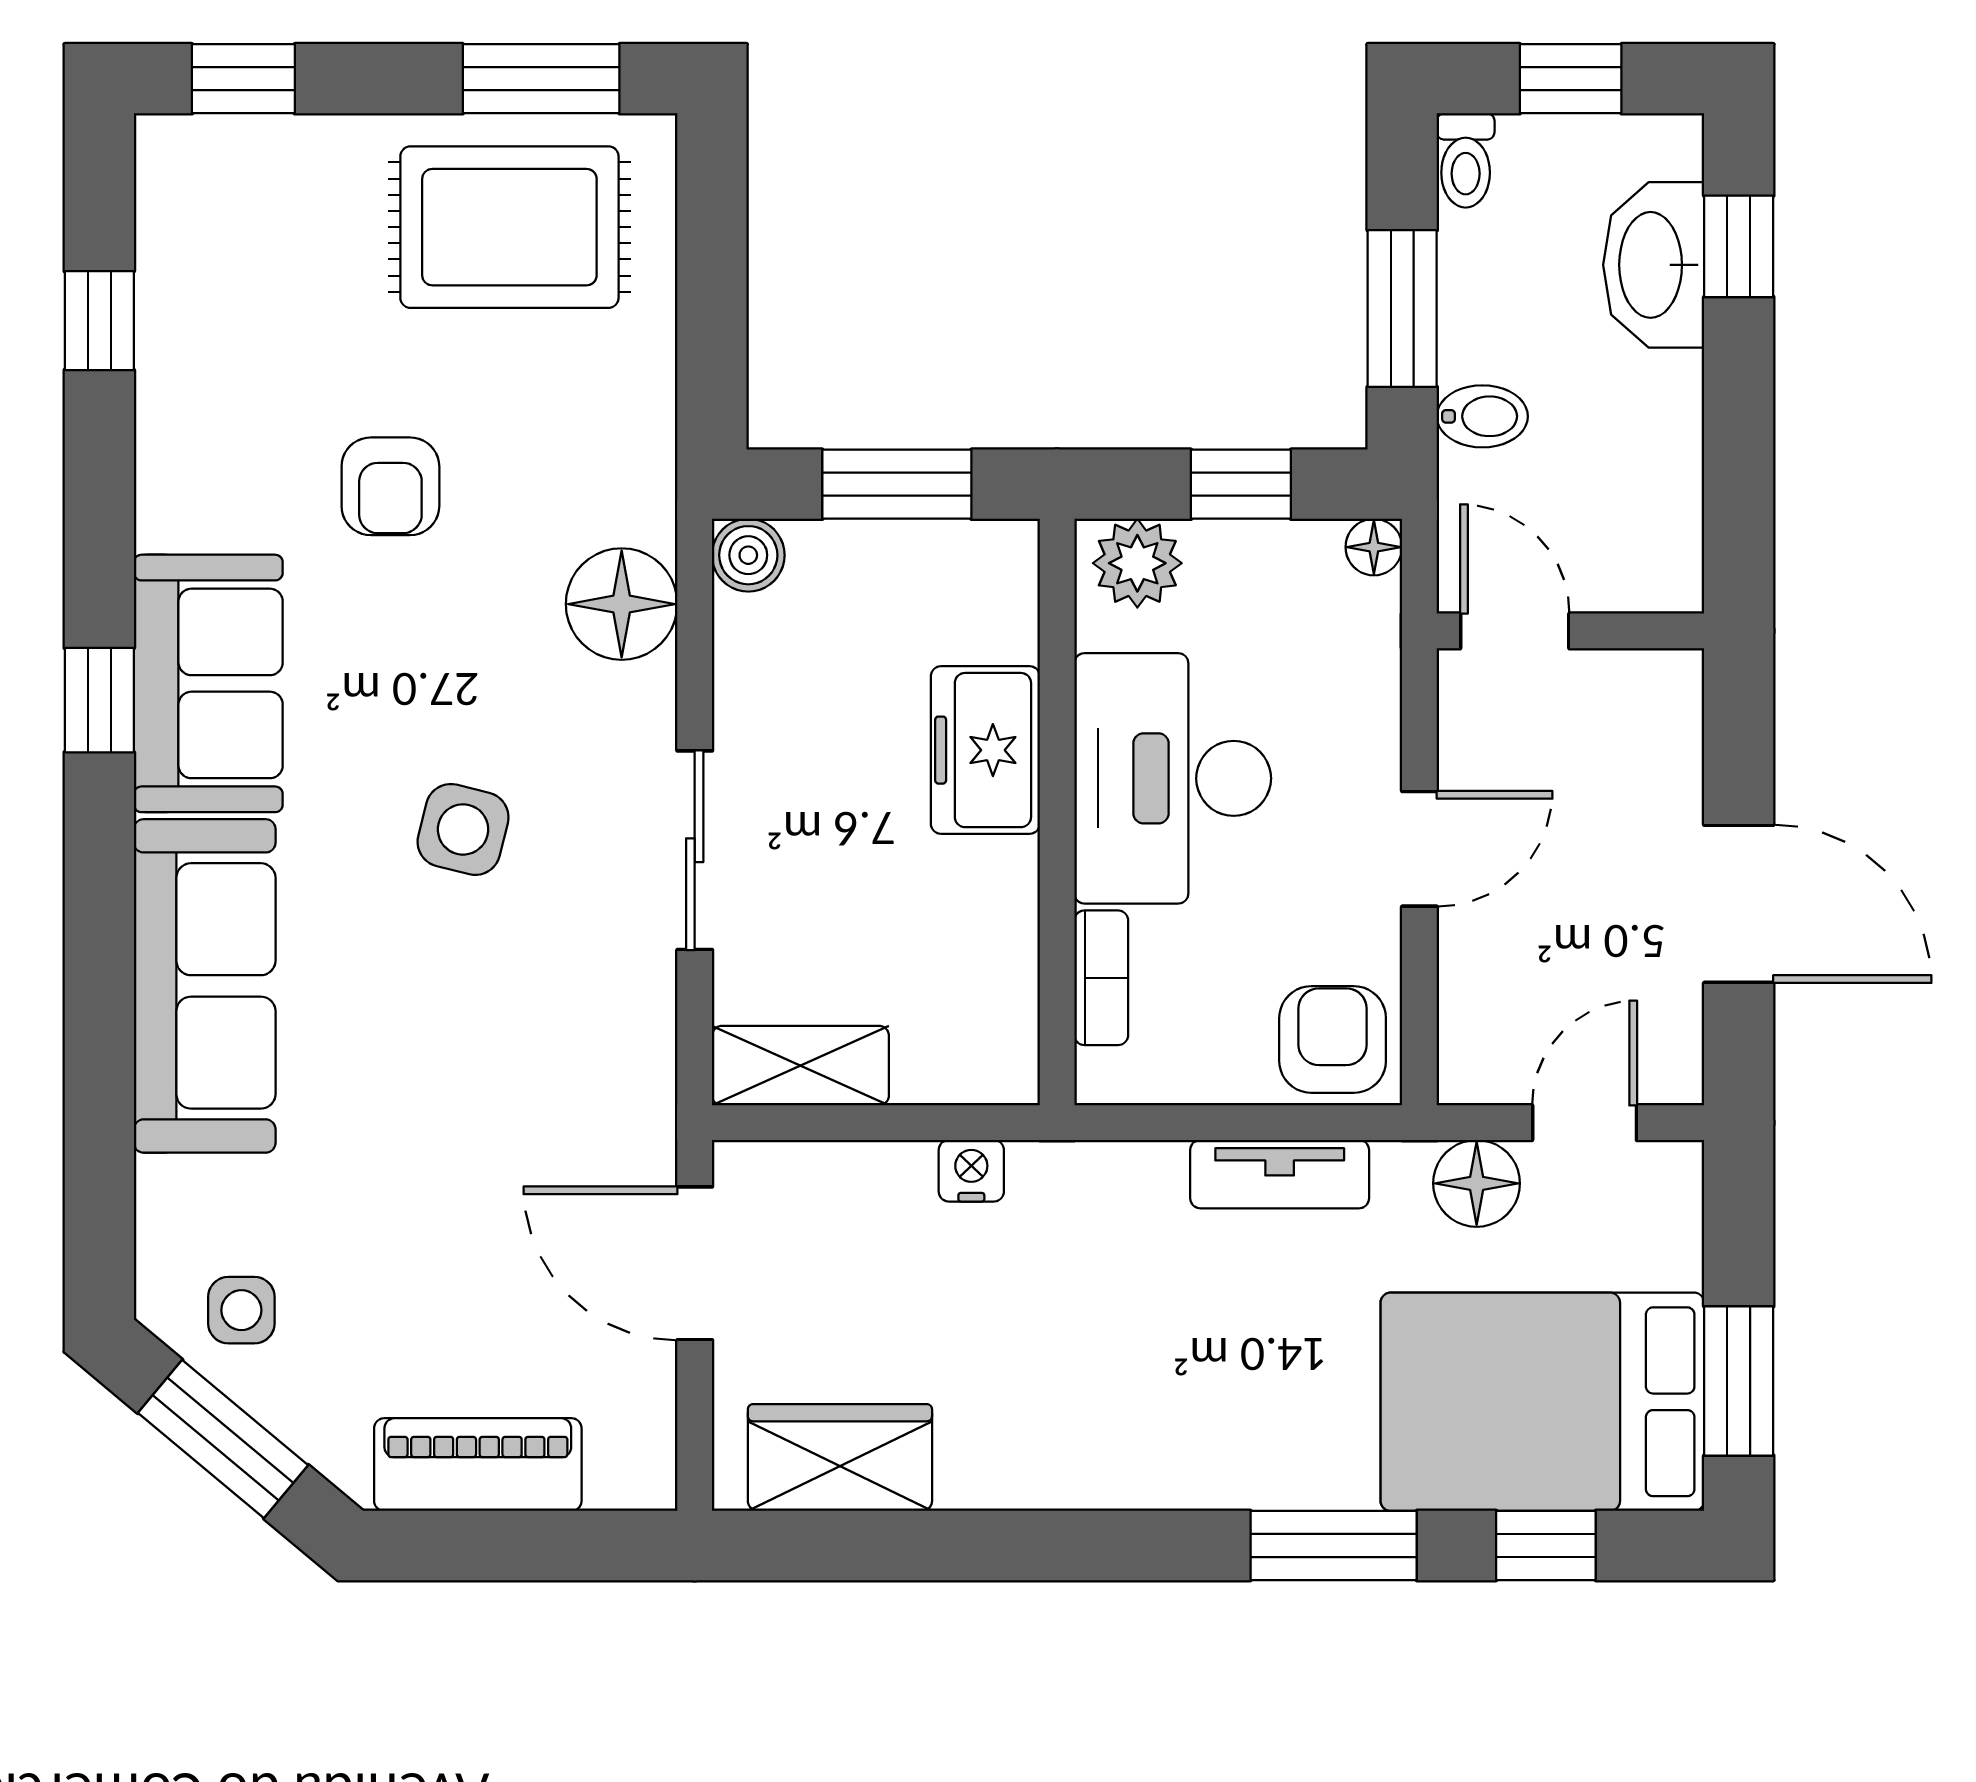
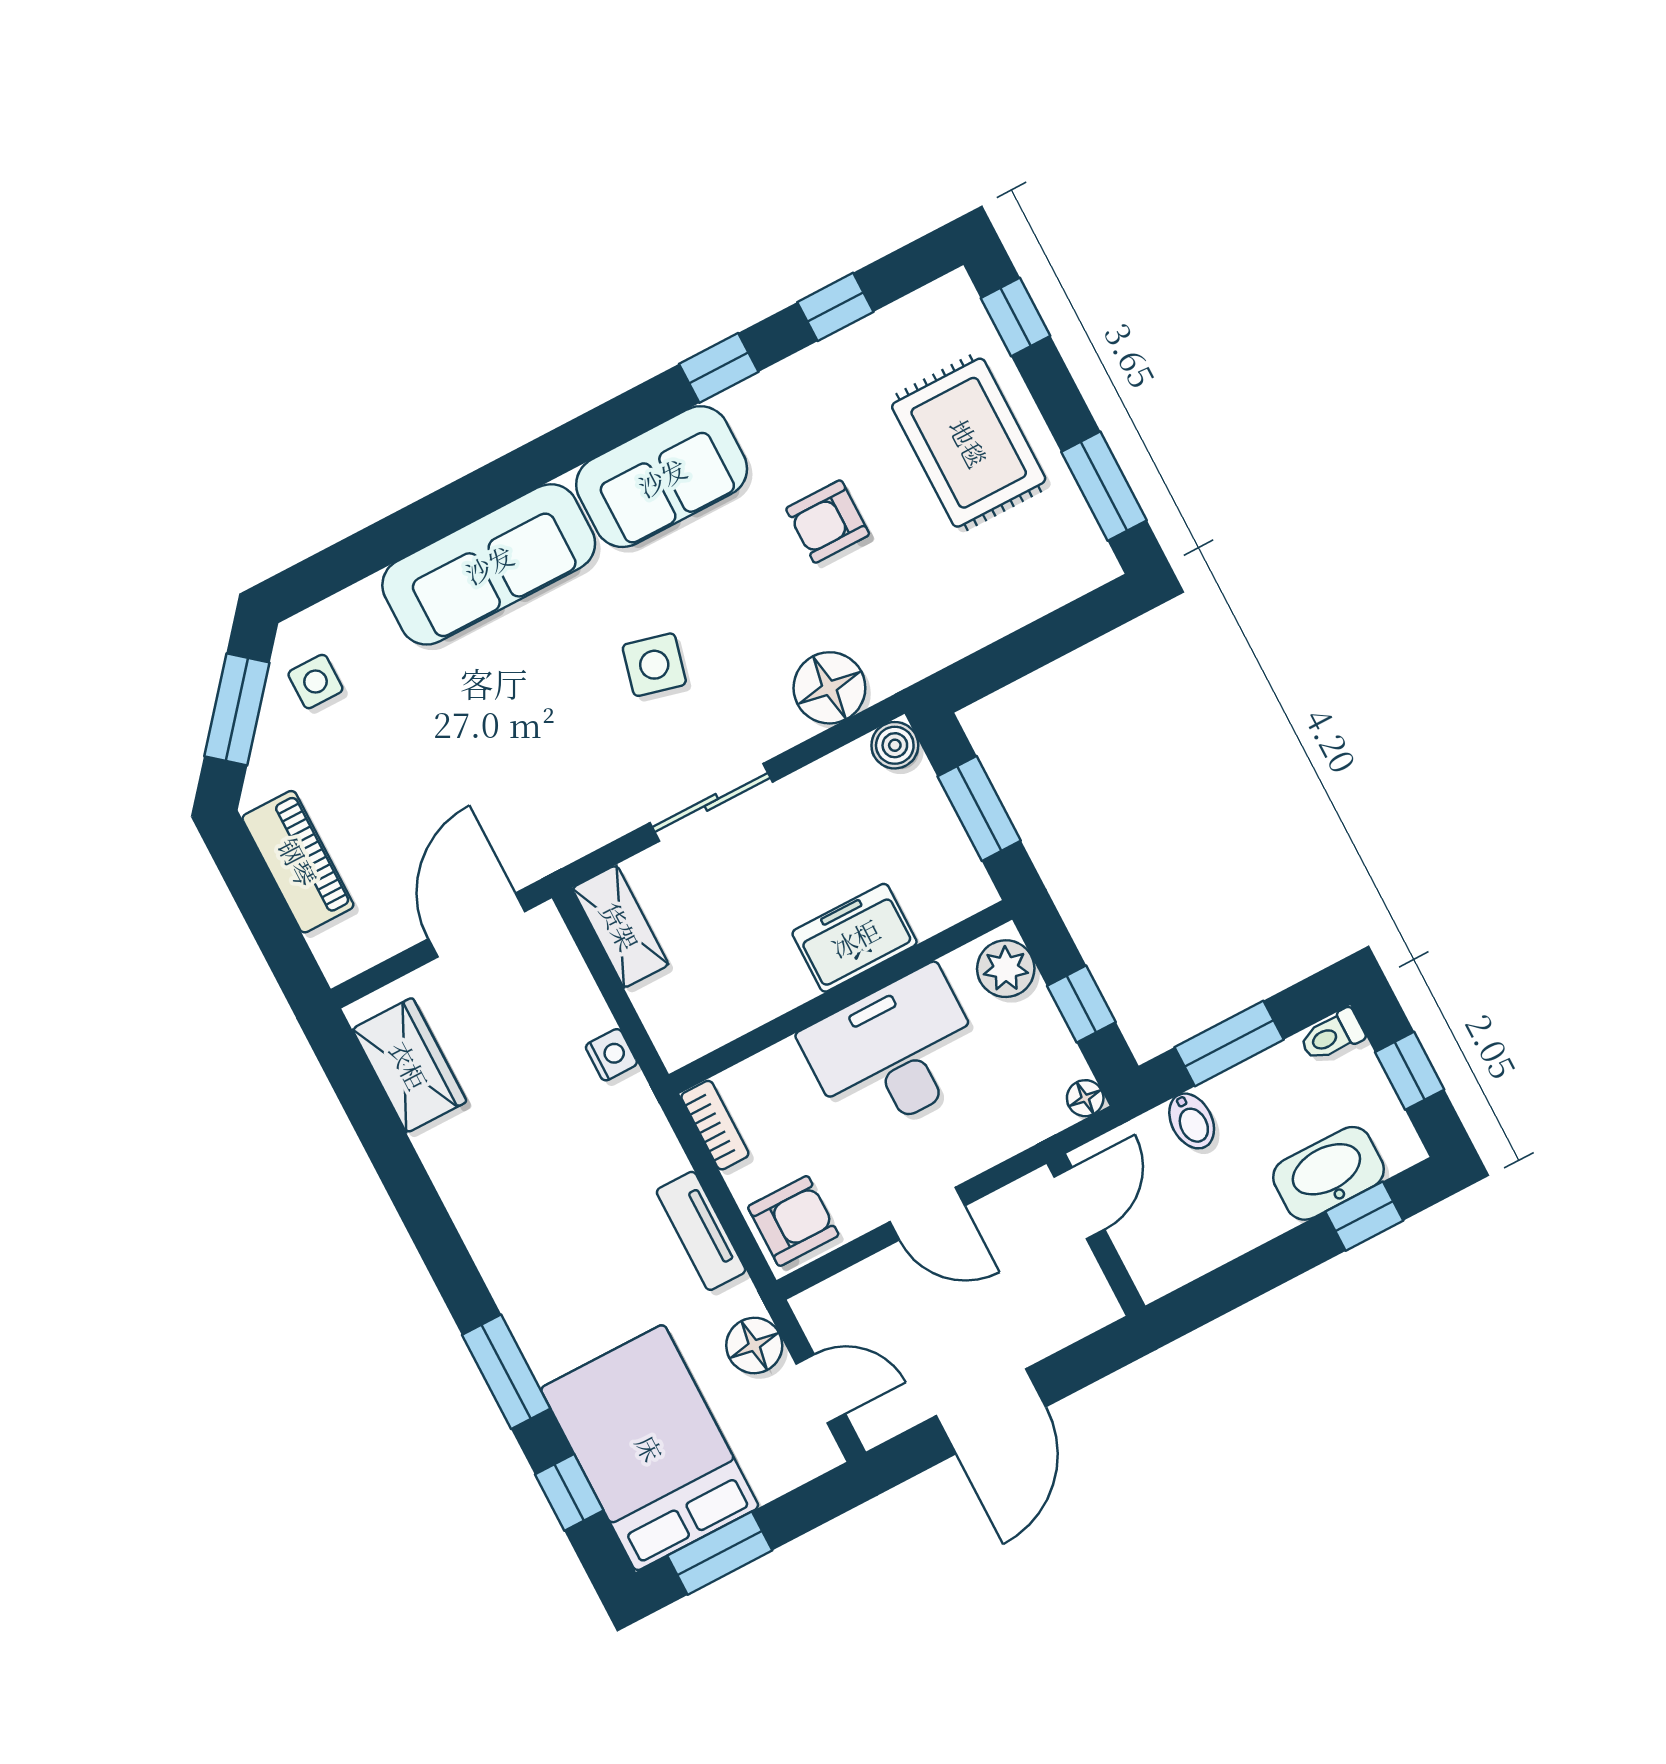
rug: (509, 227) -> (969, 443), moved
window: (99, 700) -> (719, 368), moved
bookcase: (1101, 978) -> (715, 1125), moved, turned -90

